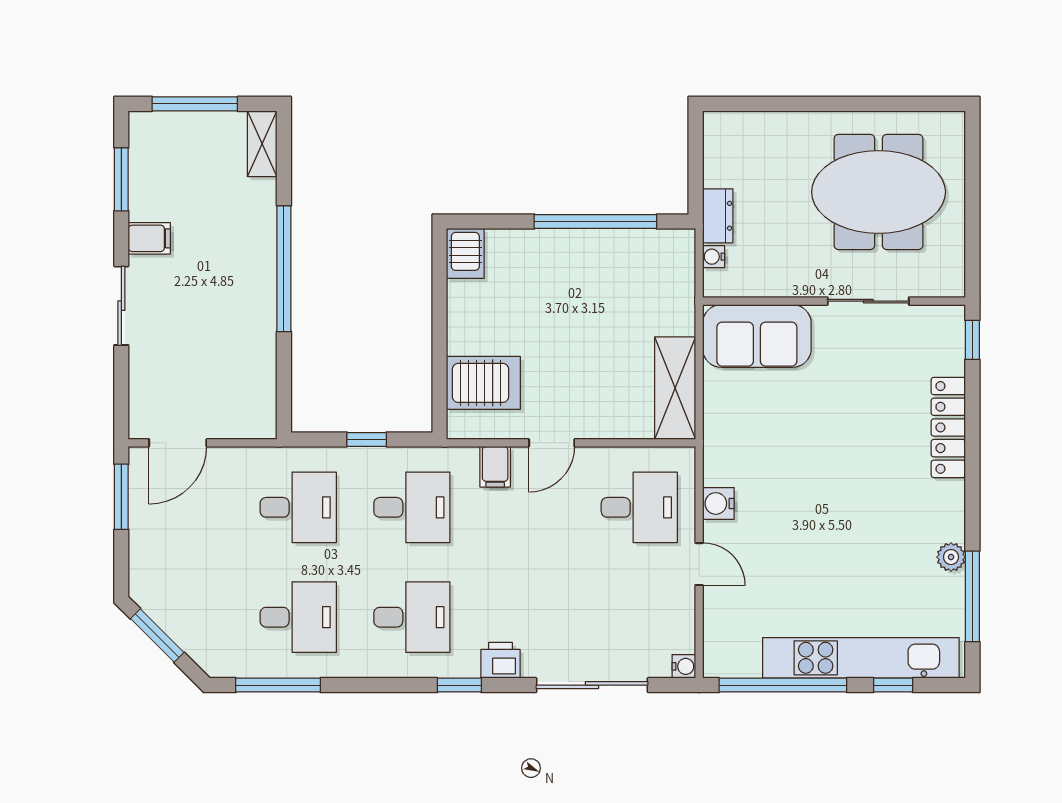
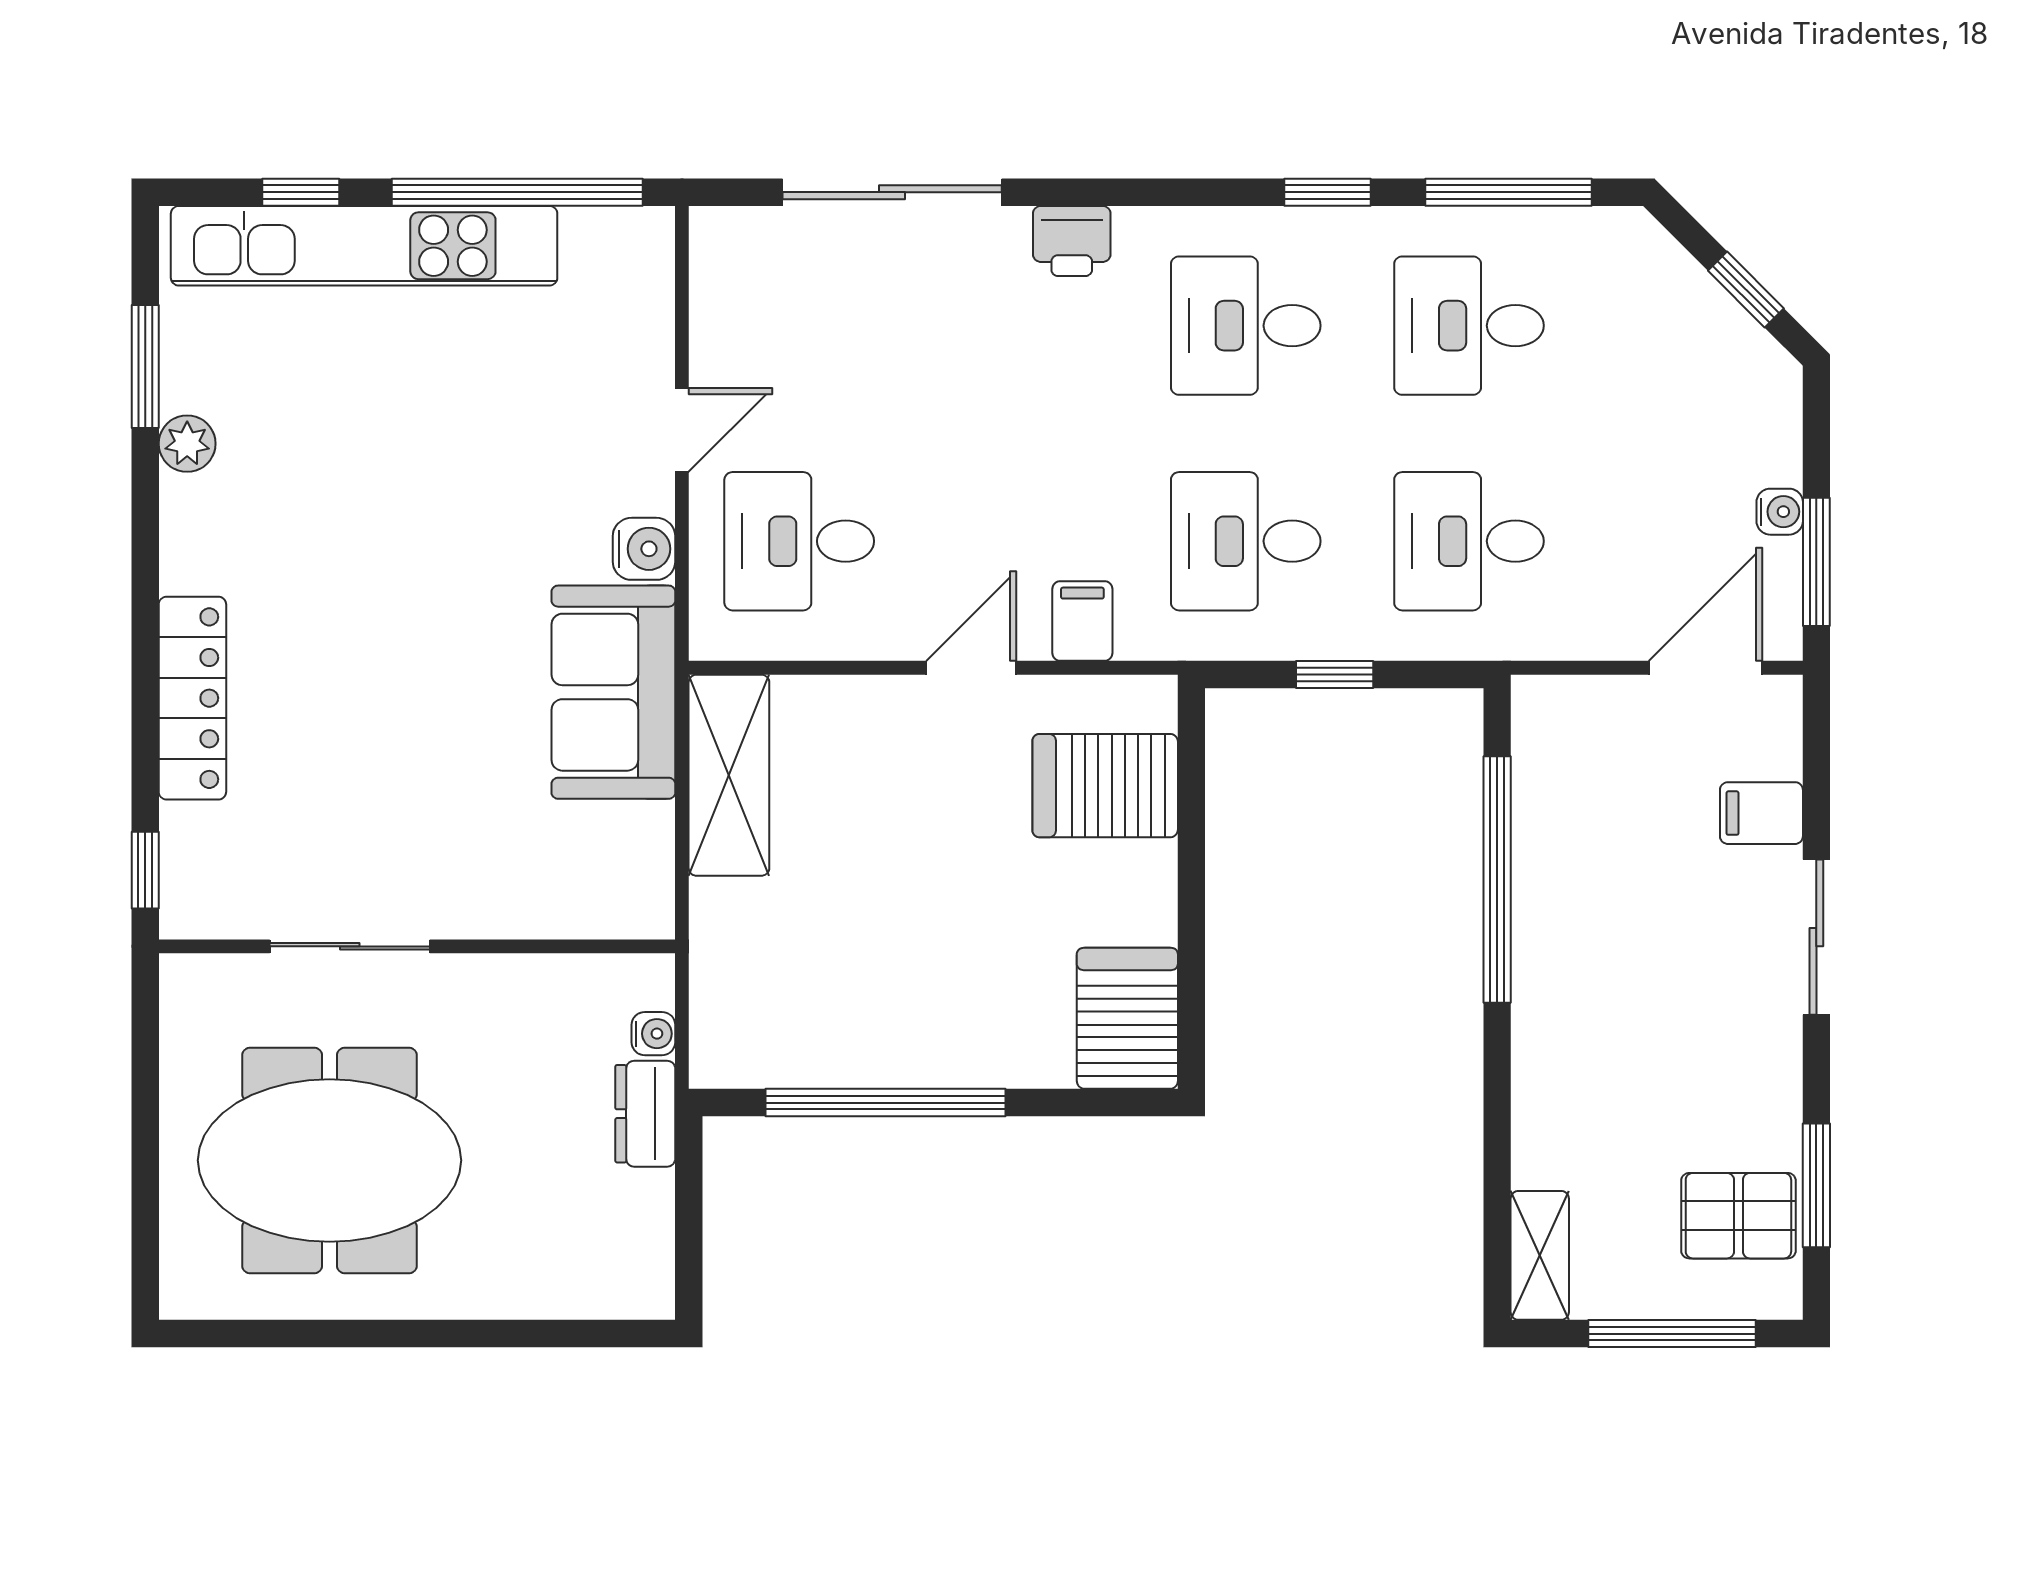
pallet: (161, 164) -> (1738, 1216), added
filing cabinet: (149, 238) -> (1761, 813), moved
server rack: (465, 253) -> (1127, 1018), width x1.36, depth x1.44
window: (284, 269) -> (1497, 880), moved
sofa: (757, 336) -> (613, 692), moved, turned -90
door: (699, 564) -> (682, 430), swing flipped
window: (972, 596) -> (145, 367), width x0.69
window: (157, 636) -> (1746, 289), width x0.67
water cooler: (684, 666) -> (1780, 512), moved, turned 180
window: (459, 685) -> (1328, 192), moved

